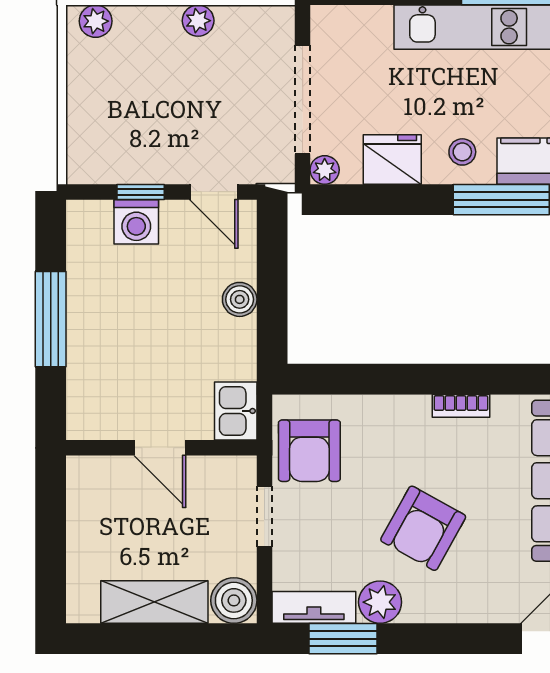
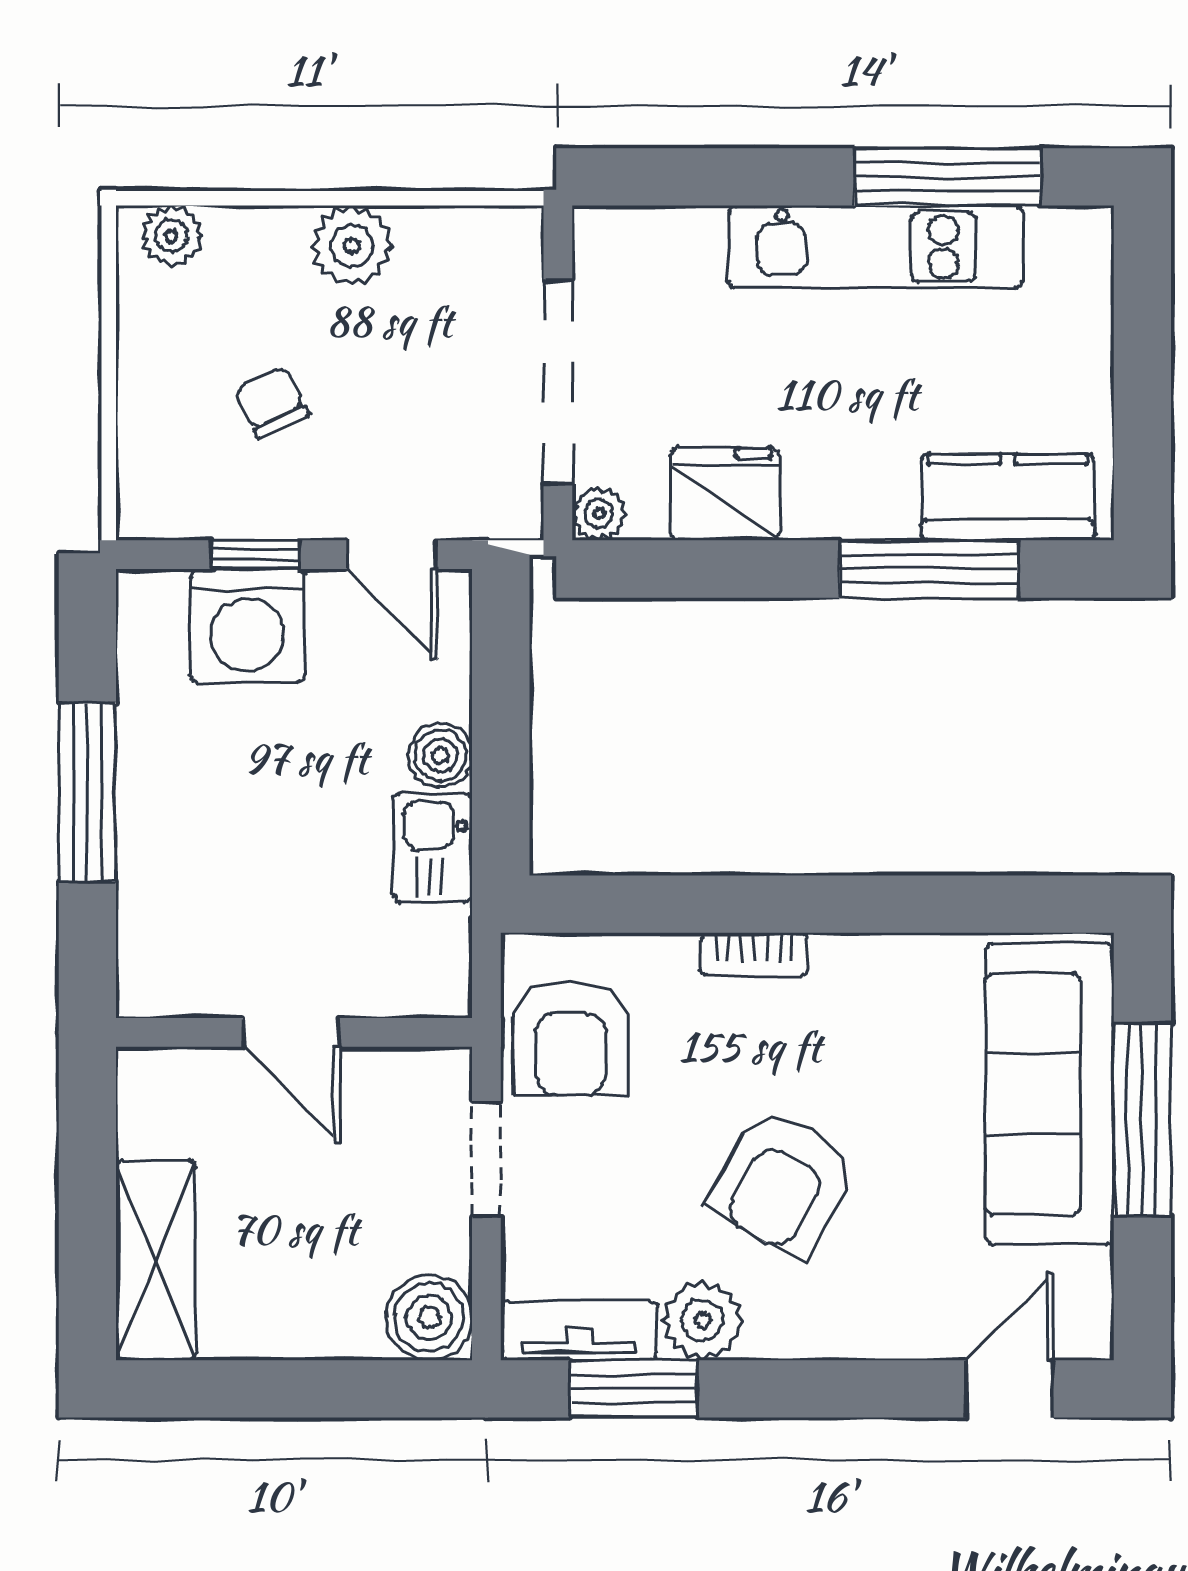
plant: (198, 21) -> (352, 246), width x1.38, depth x1.38
chair: (149, 110) -> (271, 402), added
stool: (462, 152) -> (856, 480), removed
washing machine: (136, 222) -> (247, 626), width x1.37, depth x1.37
bookcase: (461, 406) -> (754, 954), moved
kitchen sink: (236, 411) -> (433, 847), moved
shelving: (154, 602) -> (156, 1260), moved, turned 90

